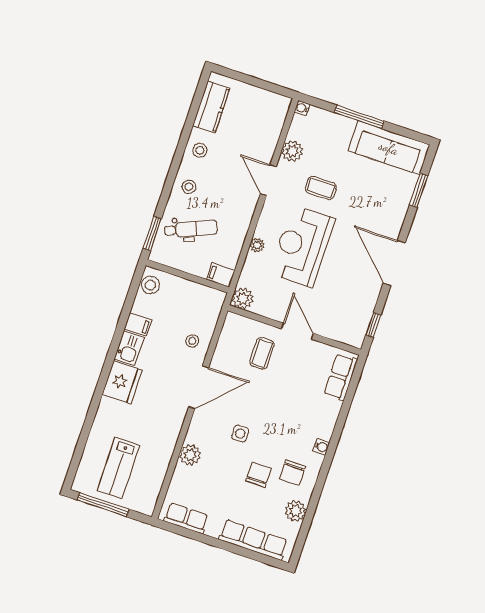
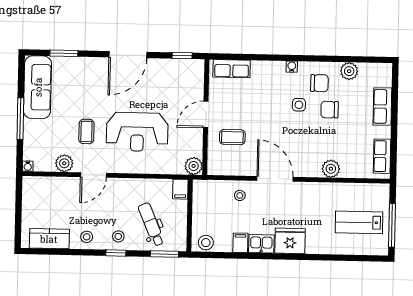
window: (171, 178) -> (116, 253), added
plant: (257, 245) -> (148, 168), removed
side table: (240, 434) -> (299, 105), moved
lab bench: (119, 468) -> (359, 222), turned 180
row of seats: (253, 540) -> (382, 107), width x0.68

